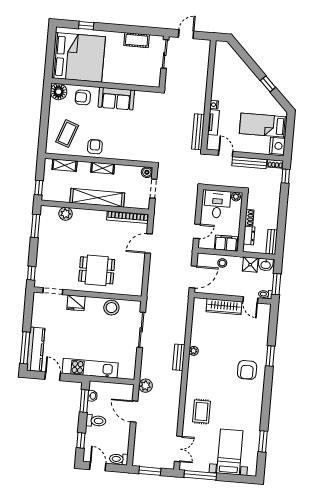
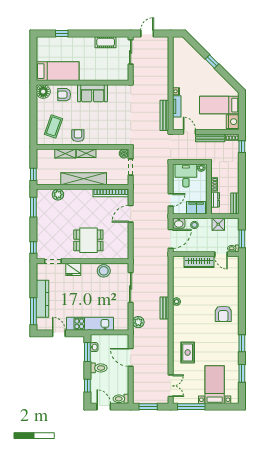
bed: (78, 57) -> (58, 71), width x0.49
window: (268, 84) -> (212, 61), moved
shelving: (65, 165) -> (65, 153), moved
washbasin: (266, 265) -> (179, 223), moved
kitchen counter: (36, 349) -> (42, 299), moved
window: (270, 356) -> (242, 343), moved
plant: (146, 386) -> (138, 322), moved

